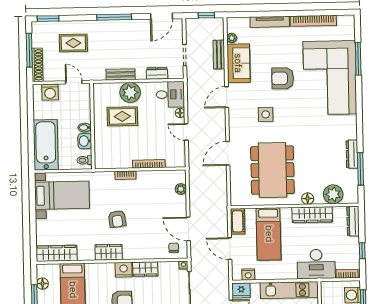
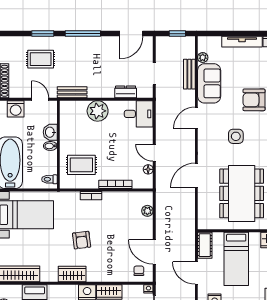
window: (48, 19) -> (43, 34), moved
bench: (121, 74) -> (72, 92), moved
floor lamp: (180, 113) -> (148, 169), moved
rug: (122, 116) -> (81, 165), moved
washbasin: (85, 141) -> (50, 132), moved

